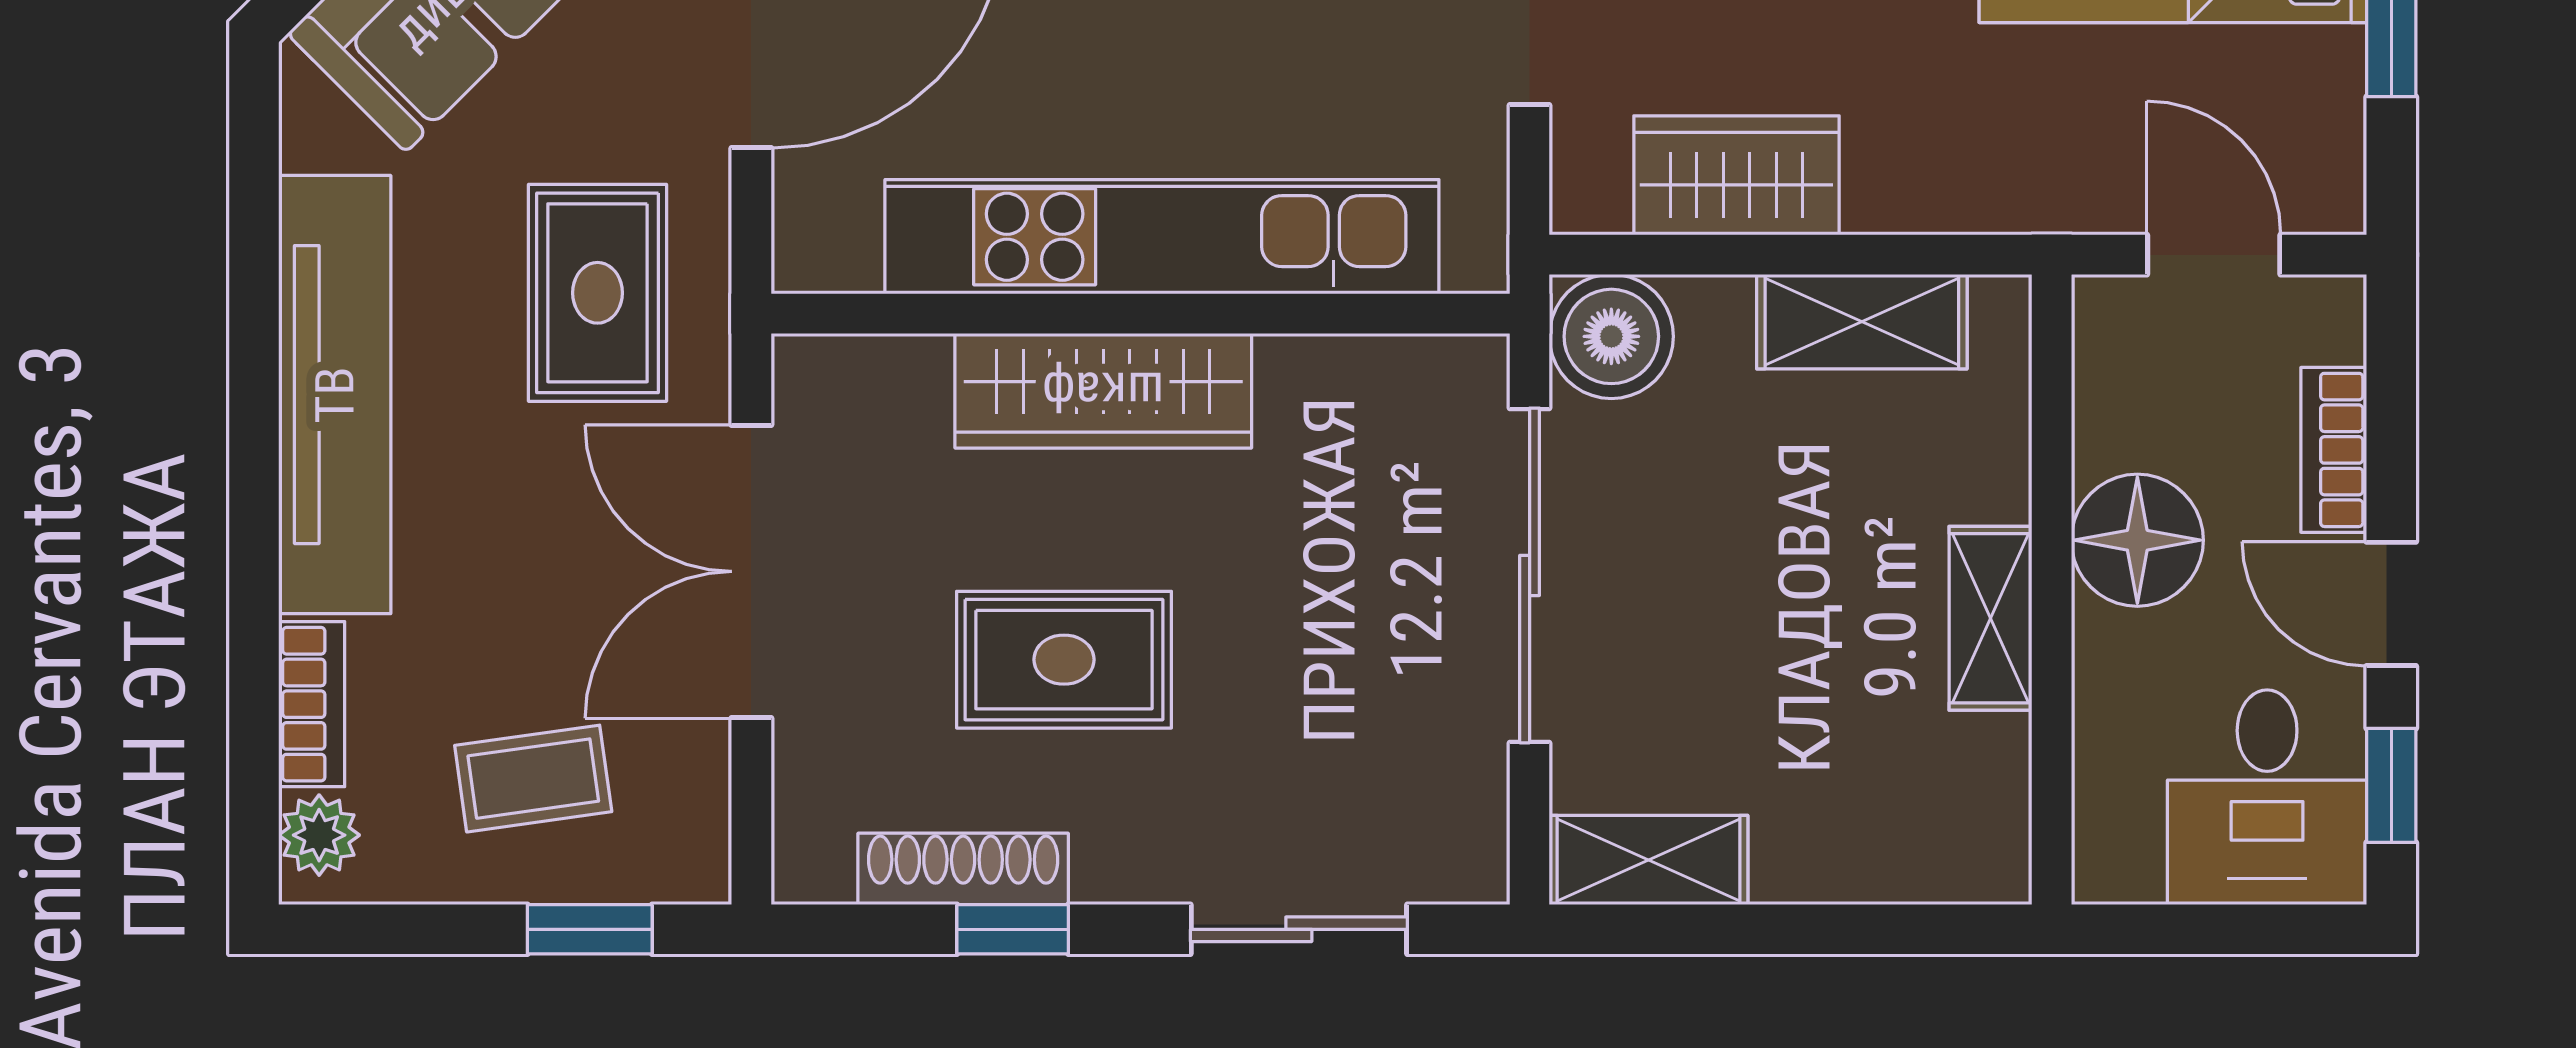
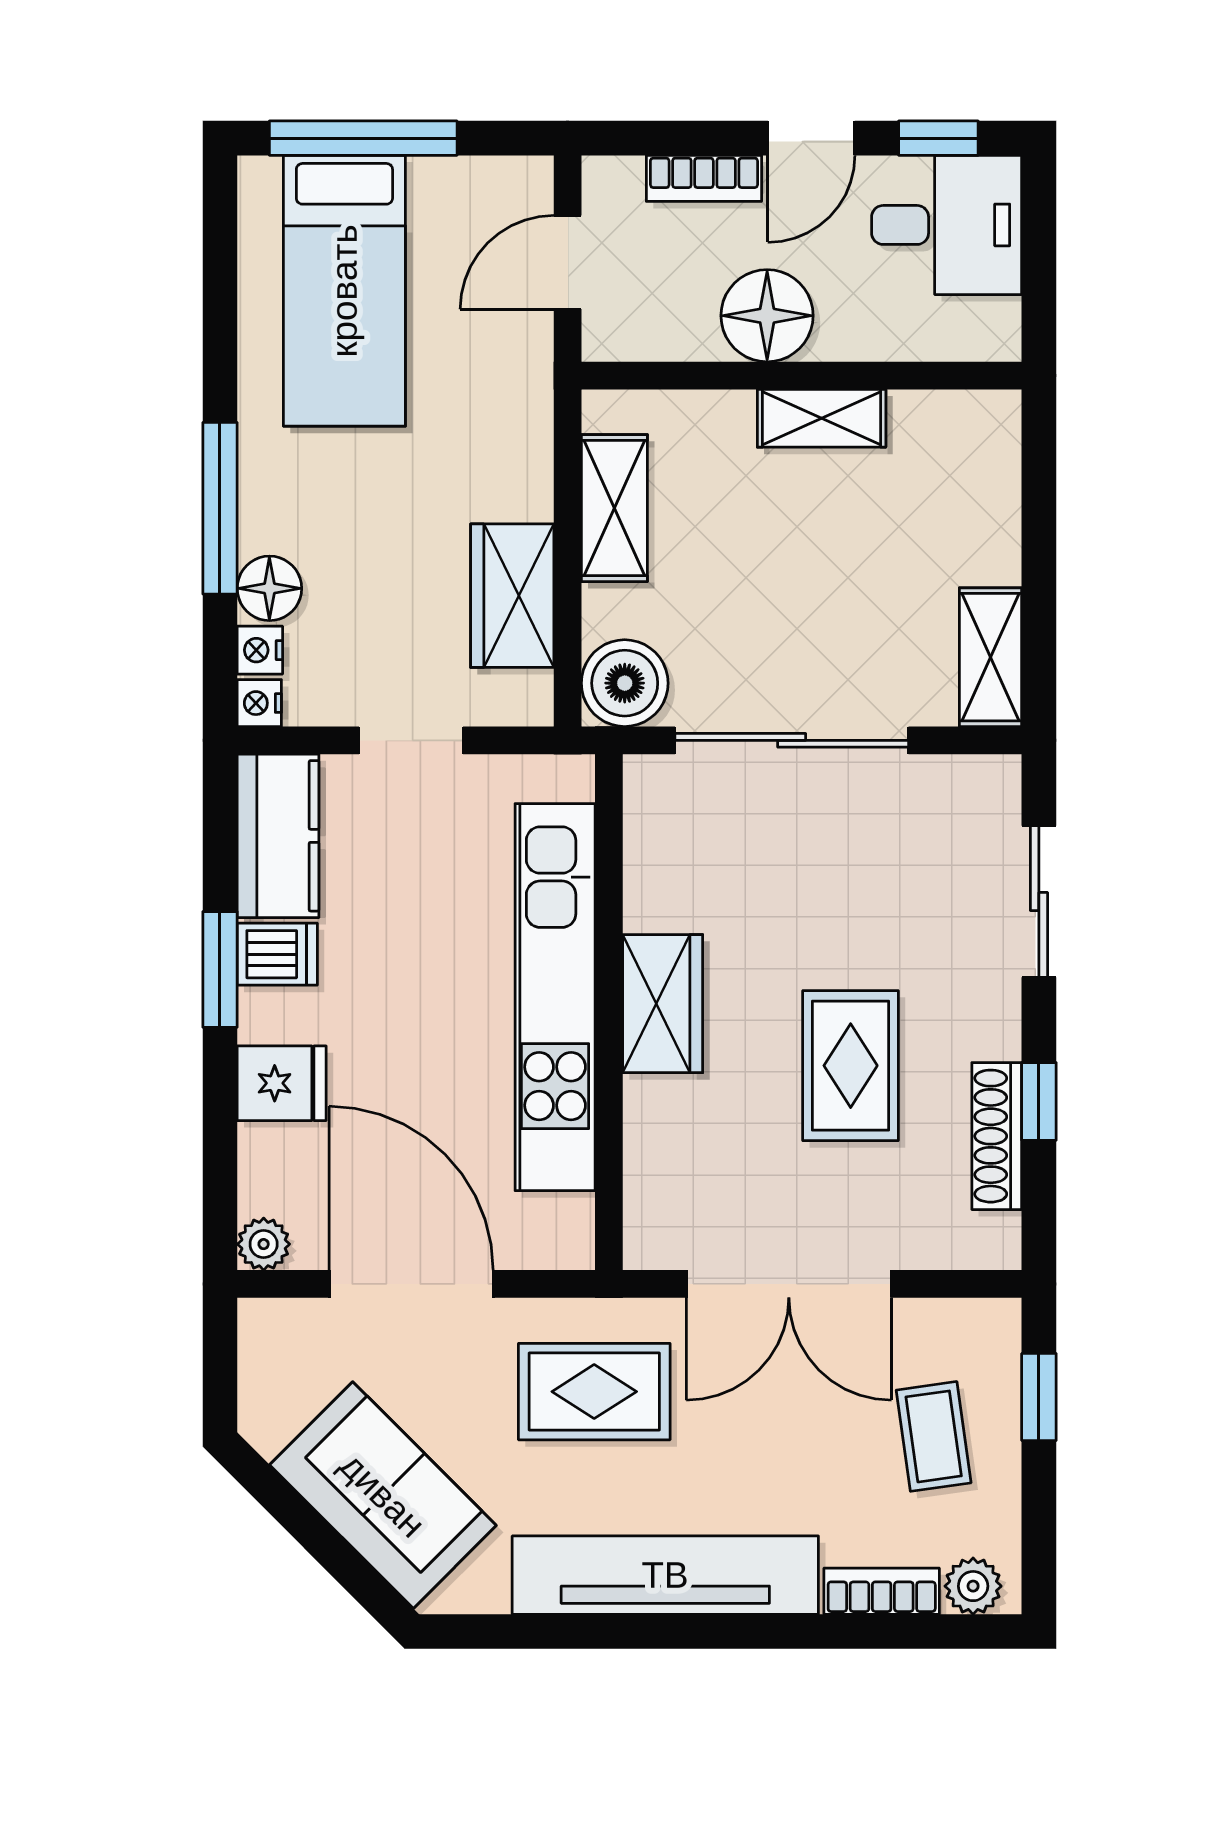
wardrobe: (1103, 391) -> (663, 1004), width x0.67

